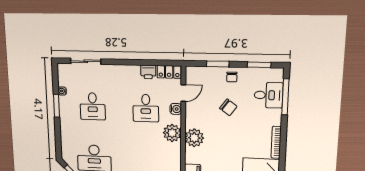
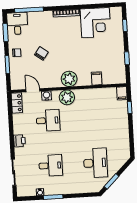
printer: (148, 72) -> (19, 141), moved
desk: (269, 95) -> (17, 23), moved

